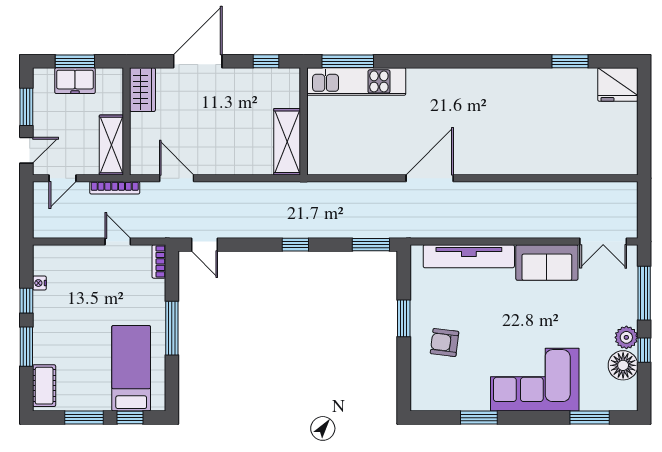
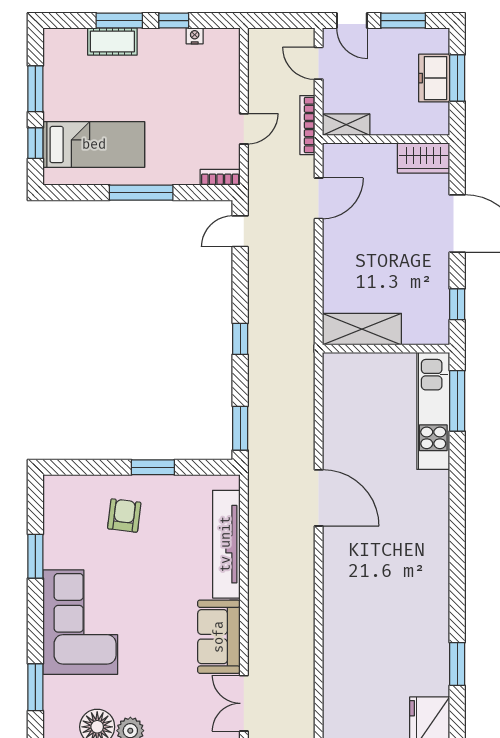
shelving: (111, 145) -> (346, 125), width x0.67, depth x0.75
cot: (44, 386) -> (112, 42), moved

